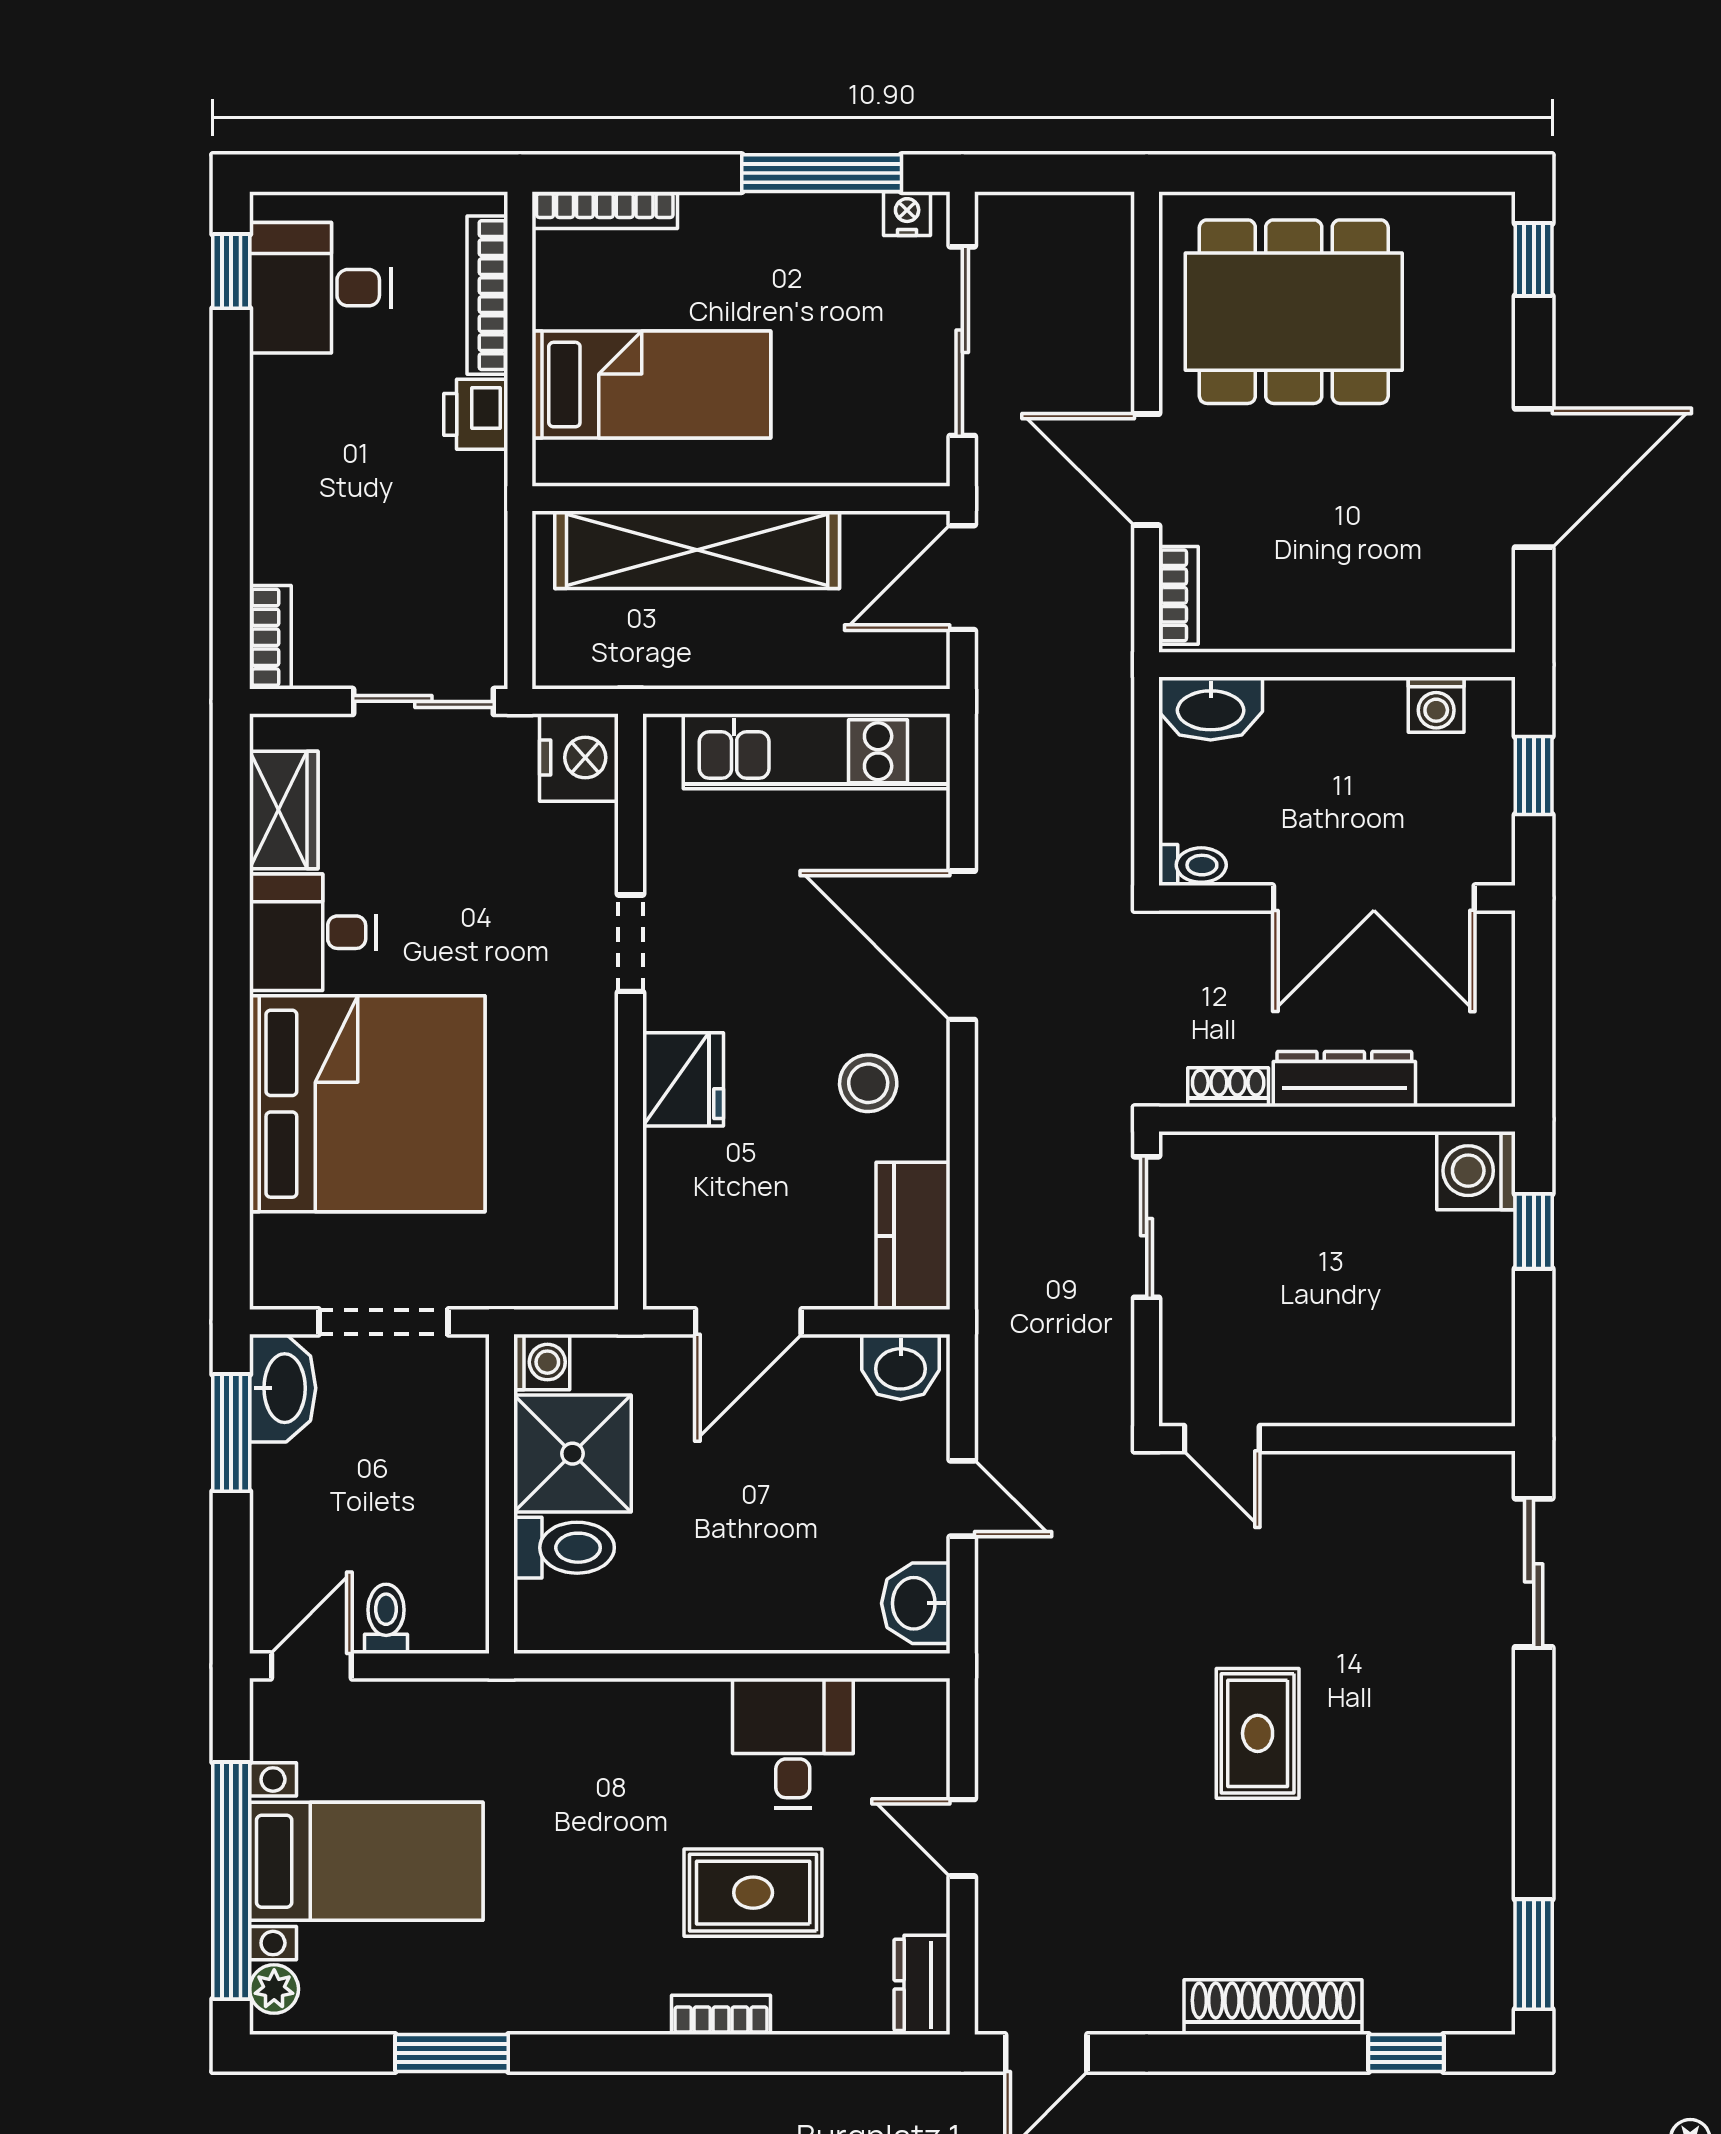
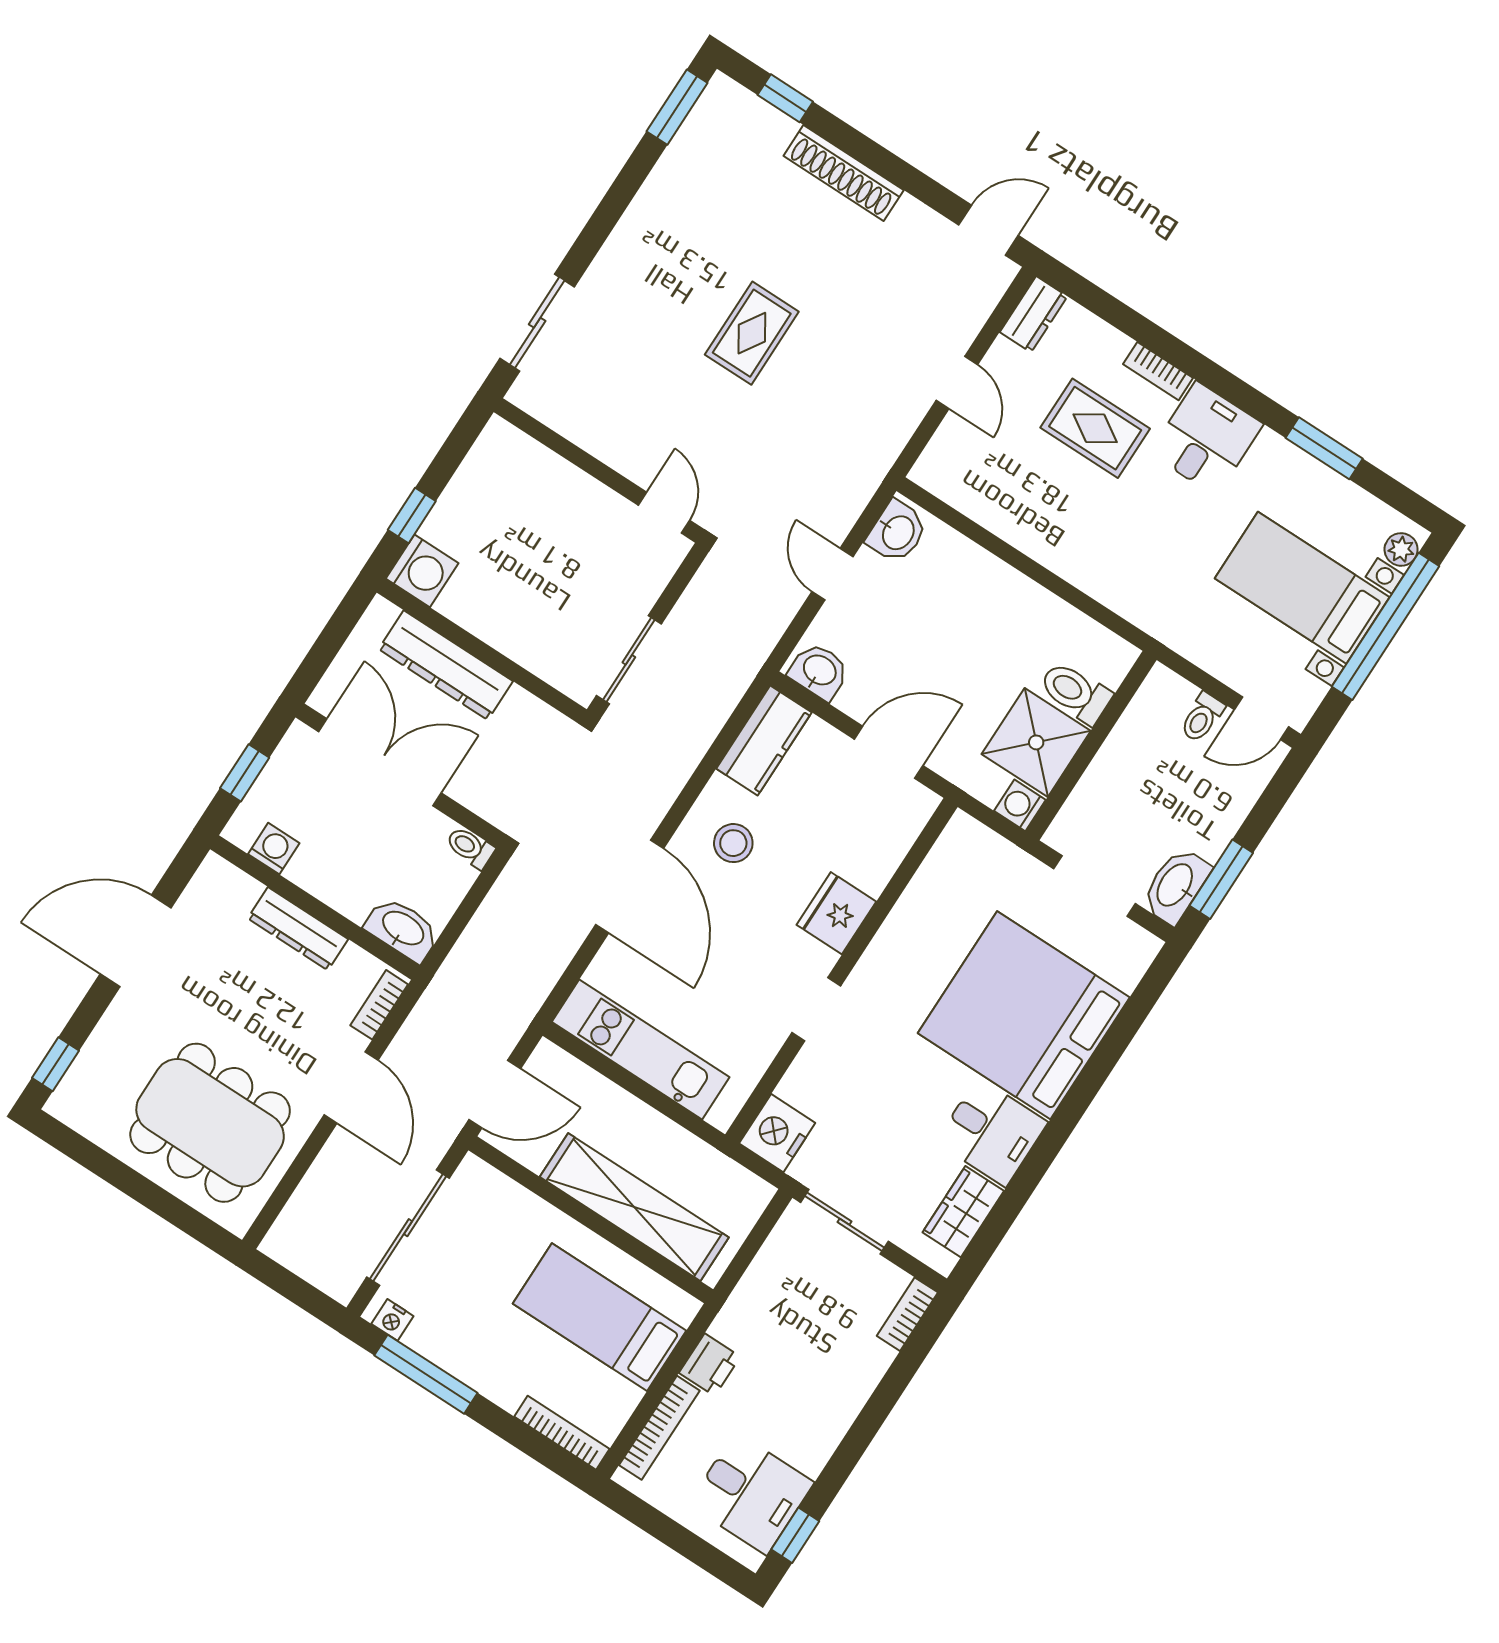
dresser: (1341, 624) -> (298, 929), added
dresser: (1344, 1079) -> (446, 665), width x1.37, depth x1.24
shoe rack: (1228, 1087) -> (532, 709), removed
desk: (793, 1743) -> (1206, 439), moved, turned 180

